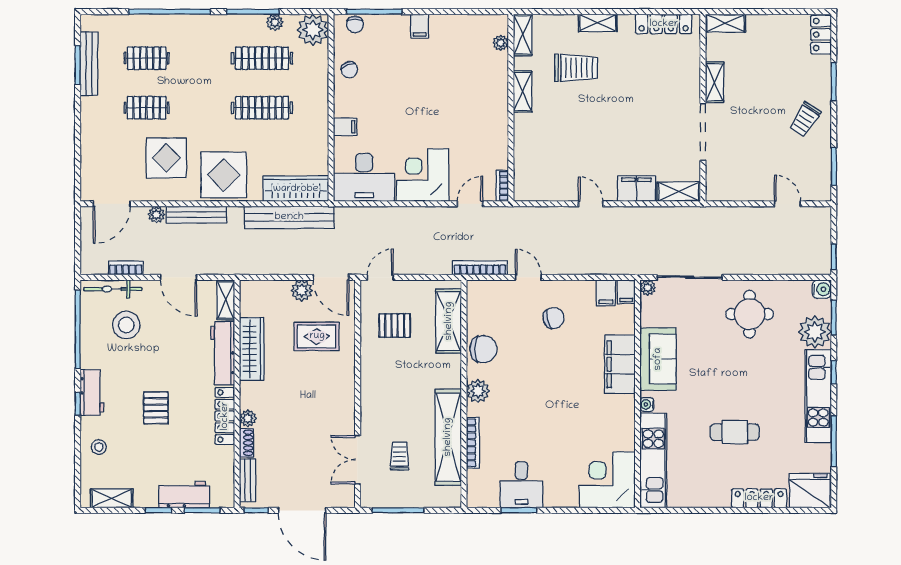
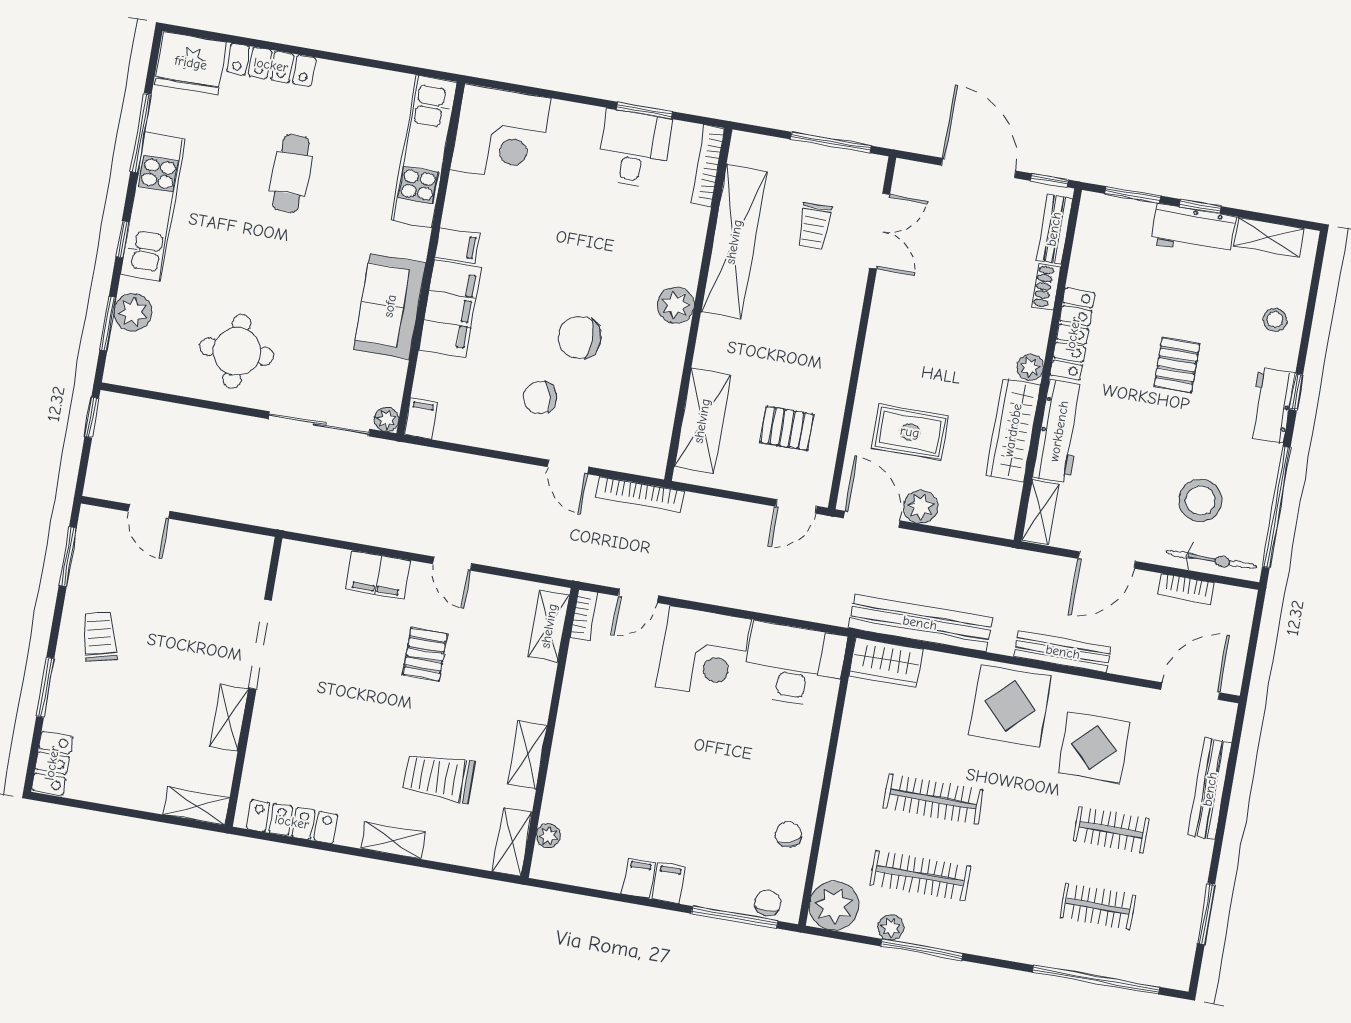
window: (169, 12) -> (1096, 980), moved
bench: (89, 64) -> (1210, 789), moved
trolley: (805, 119) -> (99, 637), turned -46
filing cabinet: (345, 127) -> (639, 878), moved, turned 90
pallet: (598, 144) -> (425, 654), added
wardrobe: (296, 189) -> (886, 663), width x0.67
shelving: (679, 192) -> (549, 626), moved, turned 90
plant: (156, 215) -> (1124, 663), removed
door: (179, 277) -> (1107, 560), swing flipped
water cooler: (822, 289) -> (119, 370), removed
filing cabinet: (606, 293) -> (457, 245), moved, turned 90
plant: (815, 332) -> (133, 312), width x0.73, depth x0.73
chair: (483, 349) -> (580, 337), moved
water cooler: (647, 404) -> (419, 239), removed
plant: (248, 418) -> (1030, 367), moved
cafe table: (735, 432) -> (291, 173), turned 90
bookcase: (473, 443) -> (708, 166), moved
workbench: (184, 495) -> (1193, 230), moved

